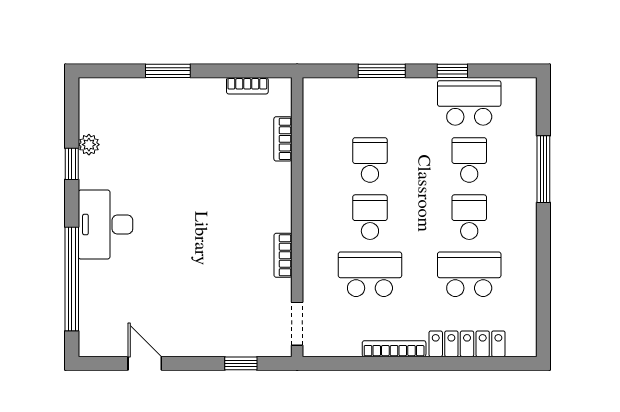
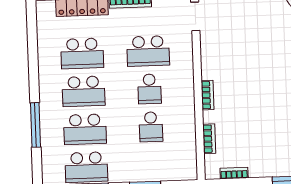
school desk: (469, 160) -> (85, 129), width x1.85
school desk: (469, 217) -> (84, 91), width x1.85
bookcase: (283, 255) -> (208, 95), moved

